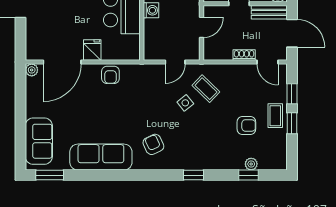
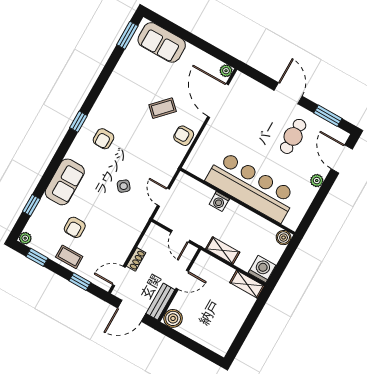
fridge: (92, 50) -> (214, 132), removed
coffee table: (206, 89) -> (163, 108), moved
window: (292, 123) -> (37, 257), moved
armchair: (153, 144) -> (104, 139), turned 115
sofa: (101, 157) -> (65, 182), moved, width x0.73
plant: (251, 164) -> (25, 238), moved
window: (193, 175) -> (79, 122), moved

